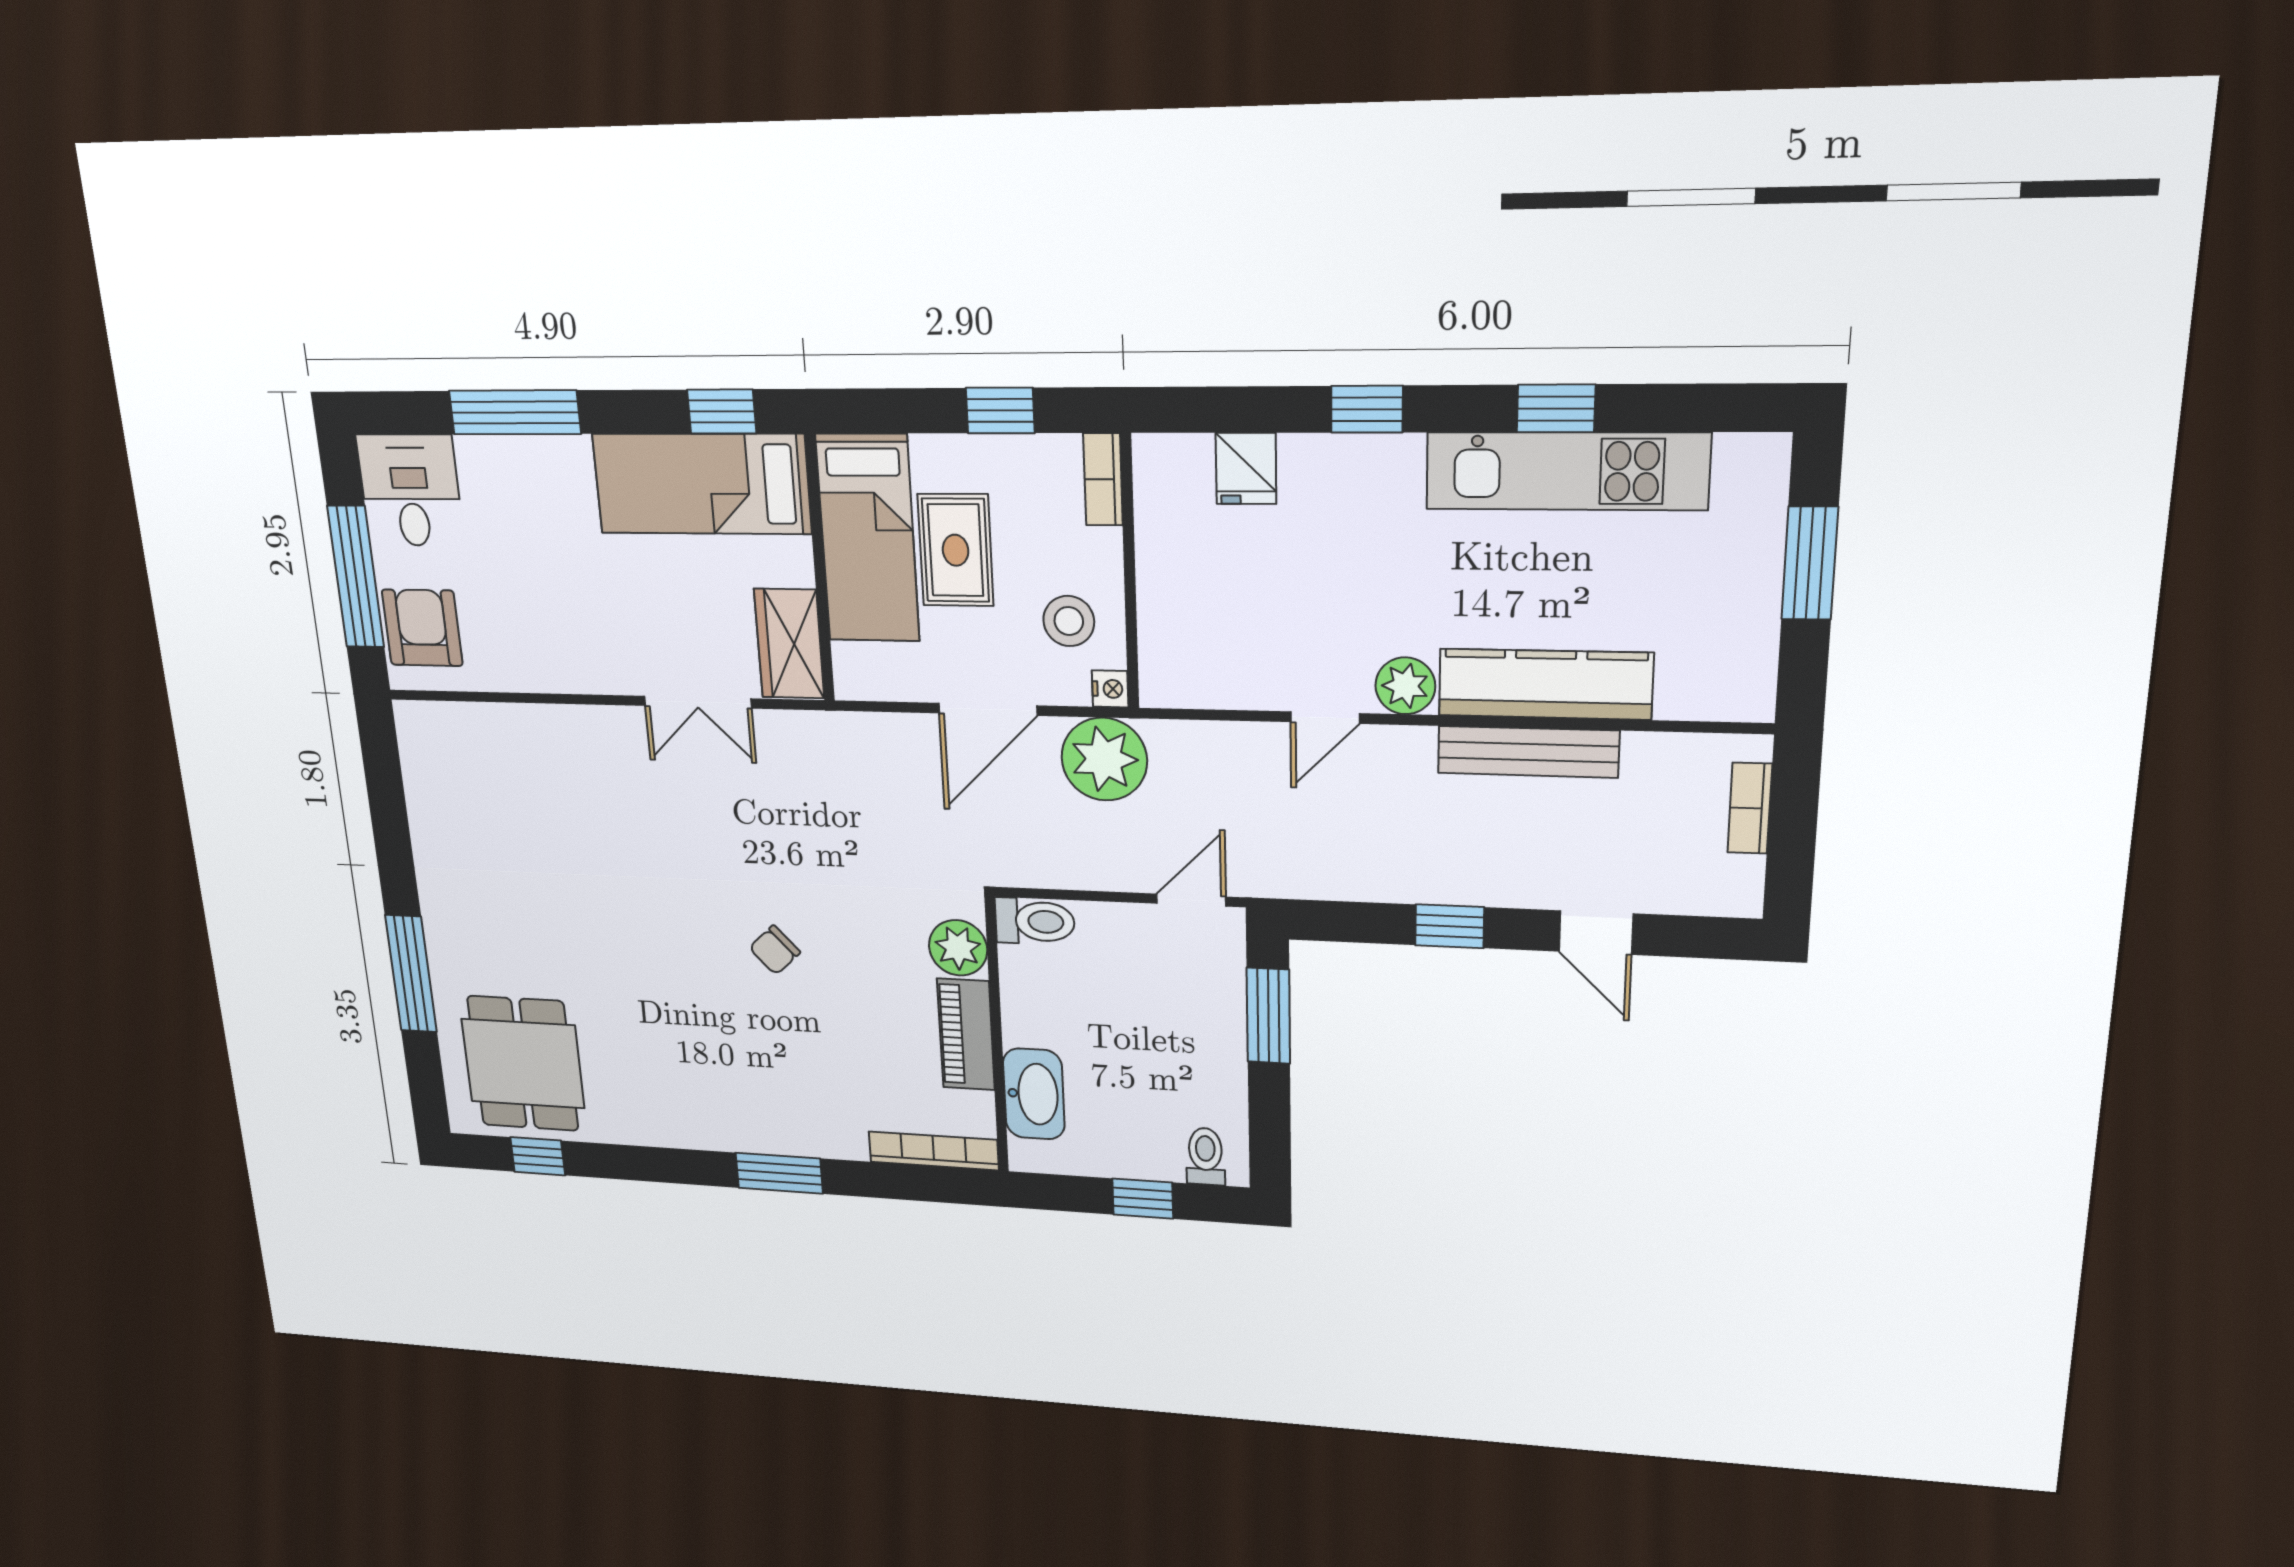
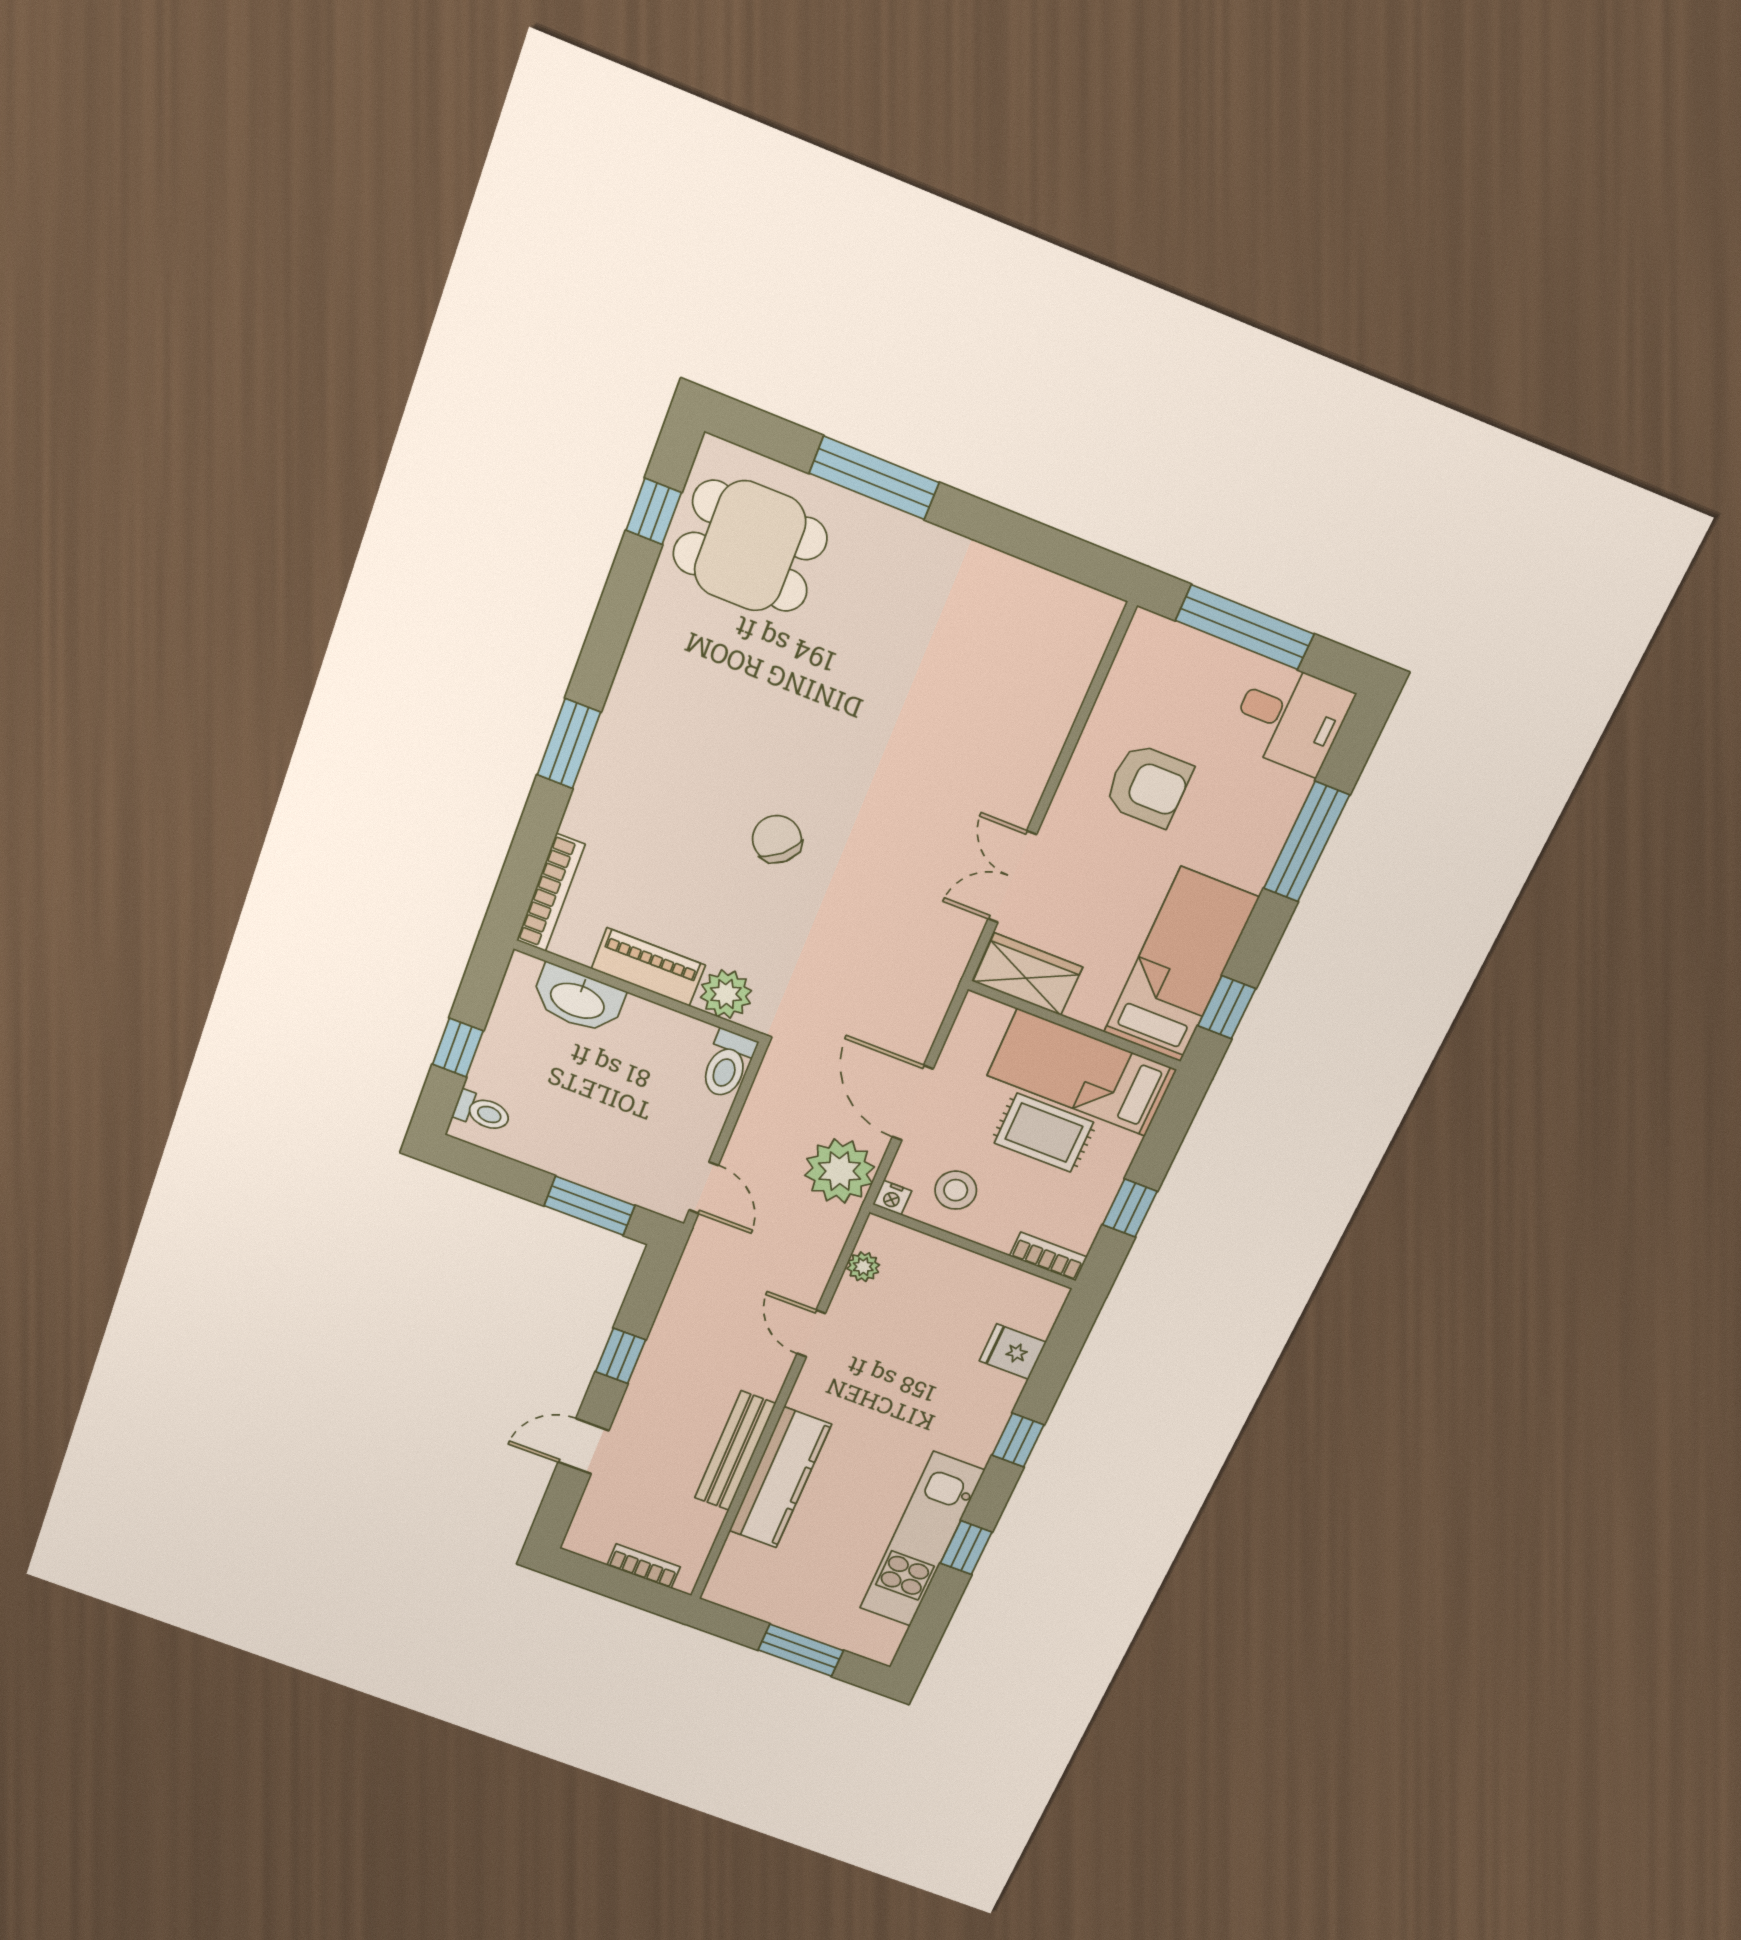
armchair: (422, 628) -> (1148, 785), moved
plant: (1405, 686) -> (863, 1267), moved, width x0.73, depth x0.73
chair: (775, 950) -> (777, 839), width x1.37, depth x1.37

